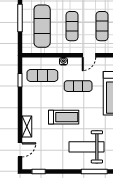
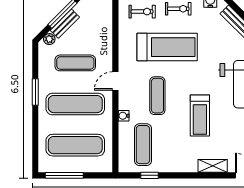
exercise mat: (72, 26) -> (75, 104), width x1.36, depth x1.45
door: (89, 55) -> (115, 81), swing flipped
treadmill: (64, 117) -> (200, 115), turned 180

